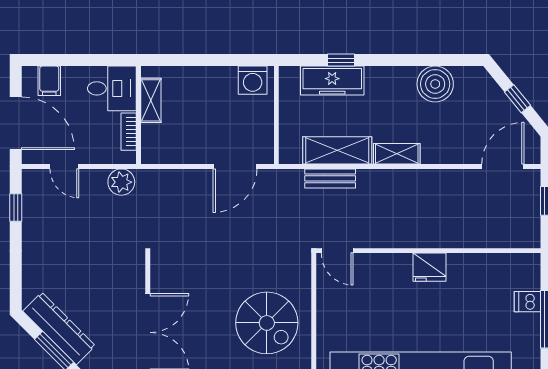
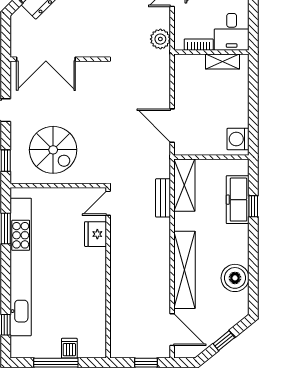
shelving: (337, 150) -> (184, 185), moved
shelving: (397, 154) -> (185, 270), width x2.20, depth x1.33
fridge: (429, 267) -> (96, 234), moved
spiral stairs: (267, 323) -> (53, 150), turned -90

